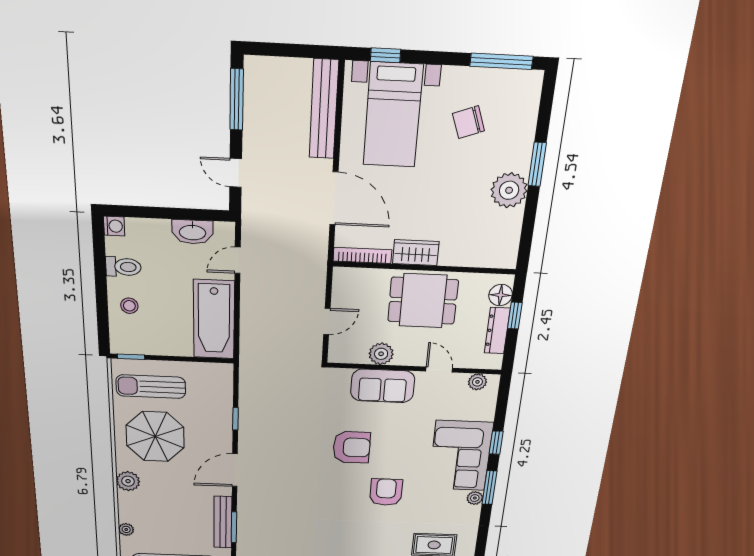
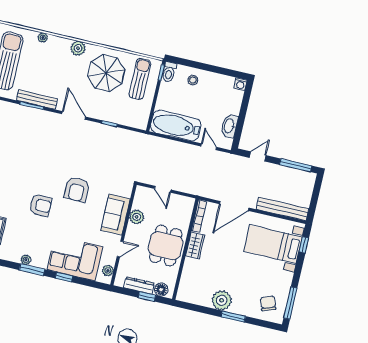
chair: (469, 122) -> (268, 303), moved
toilet: (123, 267) -> (169, 72), moved
corner sofa: (460, 456) -> (75, 258), moved

